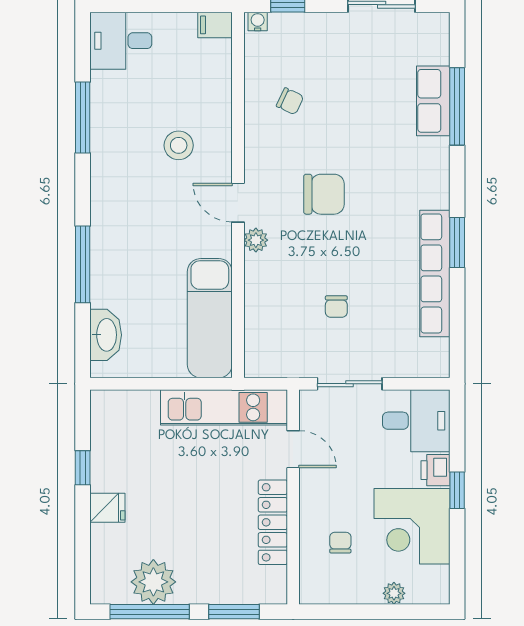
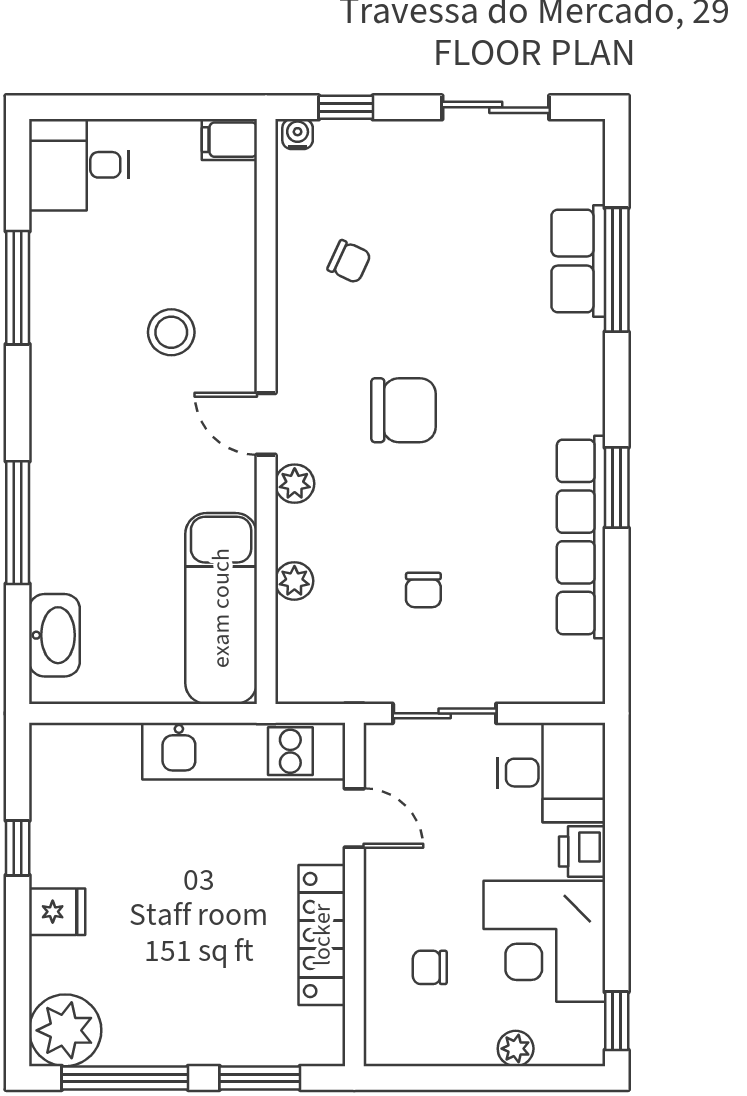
plant: (256, 301) -> (294, 581), added
window: (457, 490) -> (617, 1021), moved
chair: (340, 543) -> (430, 967), turned -90
plant: (153, 582) -> (65, 1030), moved

